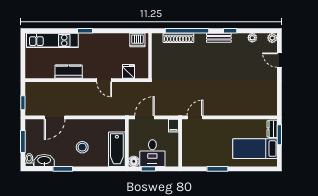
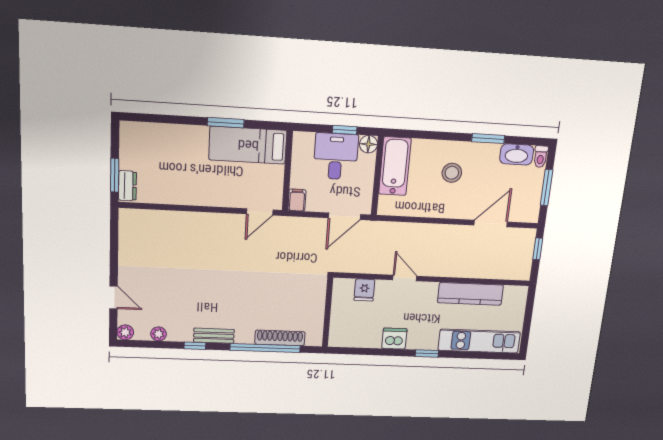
dishwasher: (137, 40) -> (394, 339), moved
kitchen counter: (69, 72) -> (470, 294), width x1.50
bed: (255, 149) -> (248, 145), moved, turned 180

